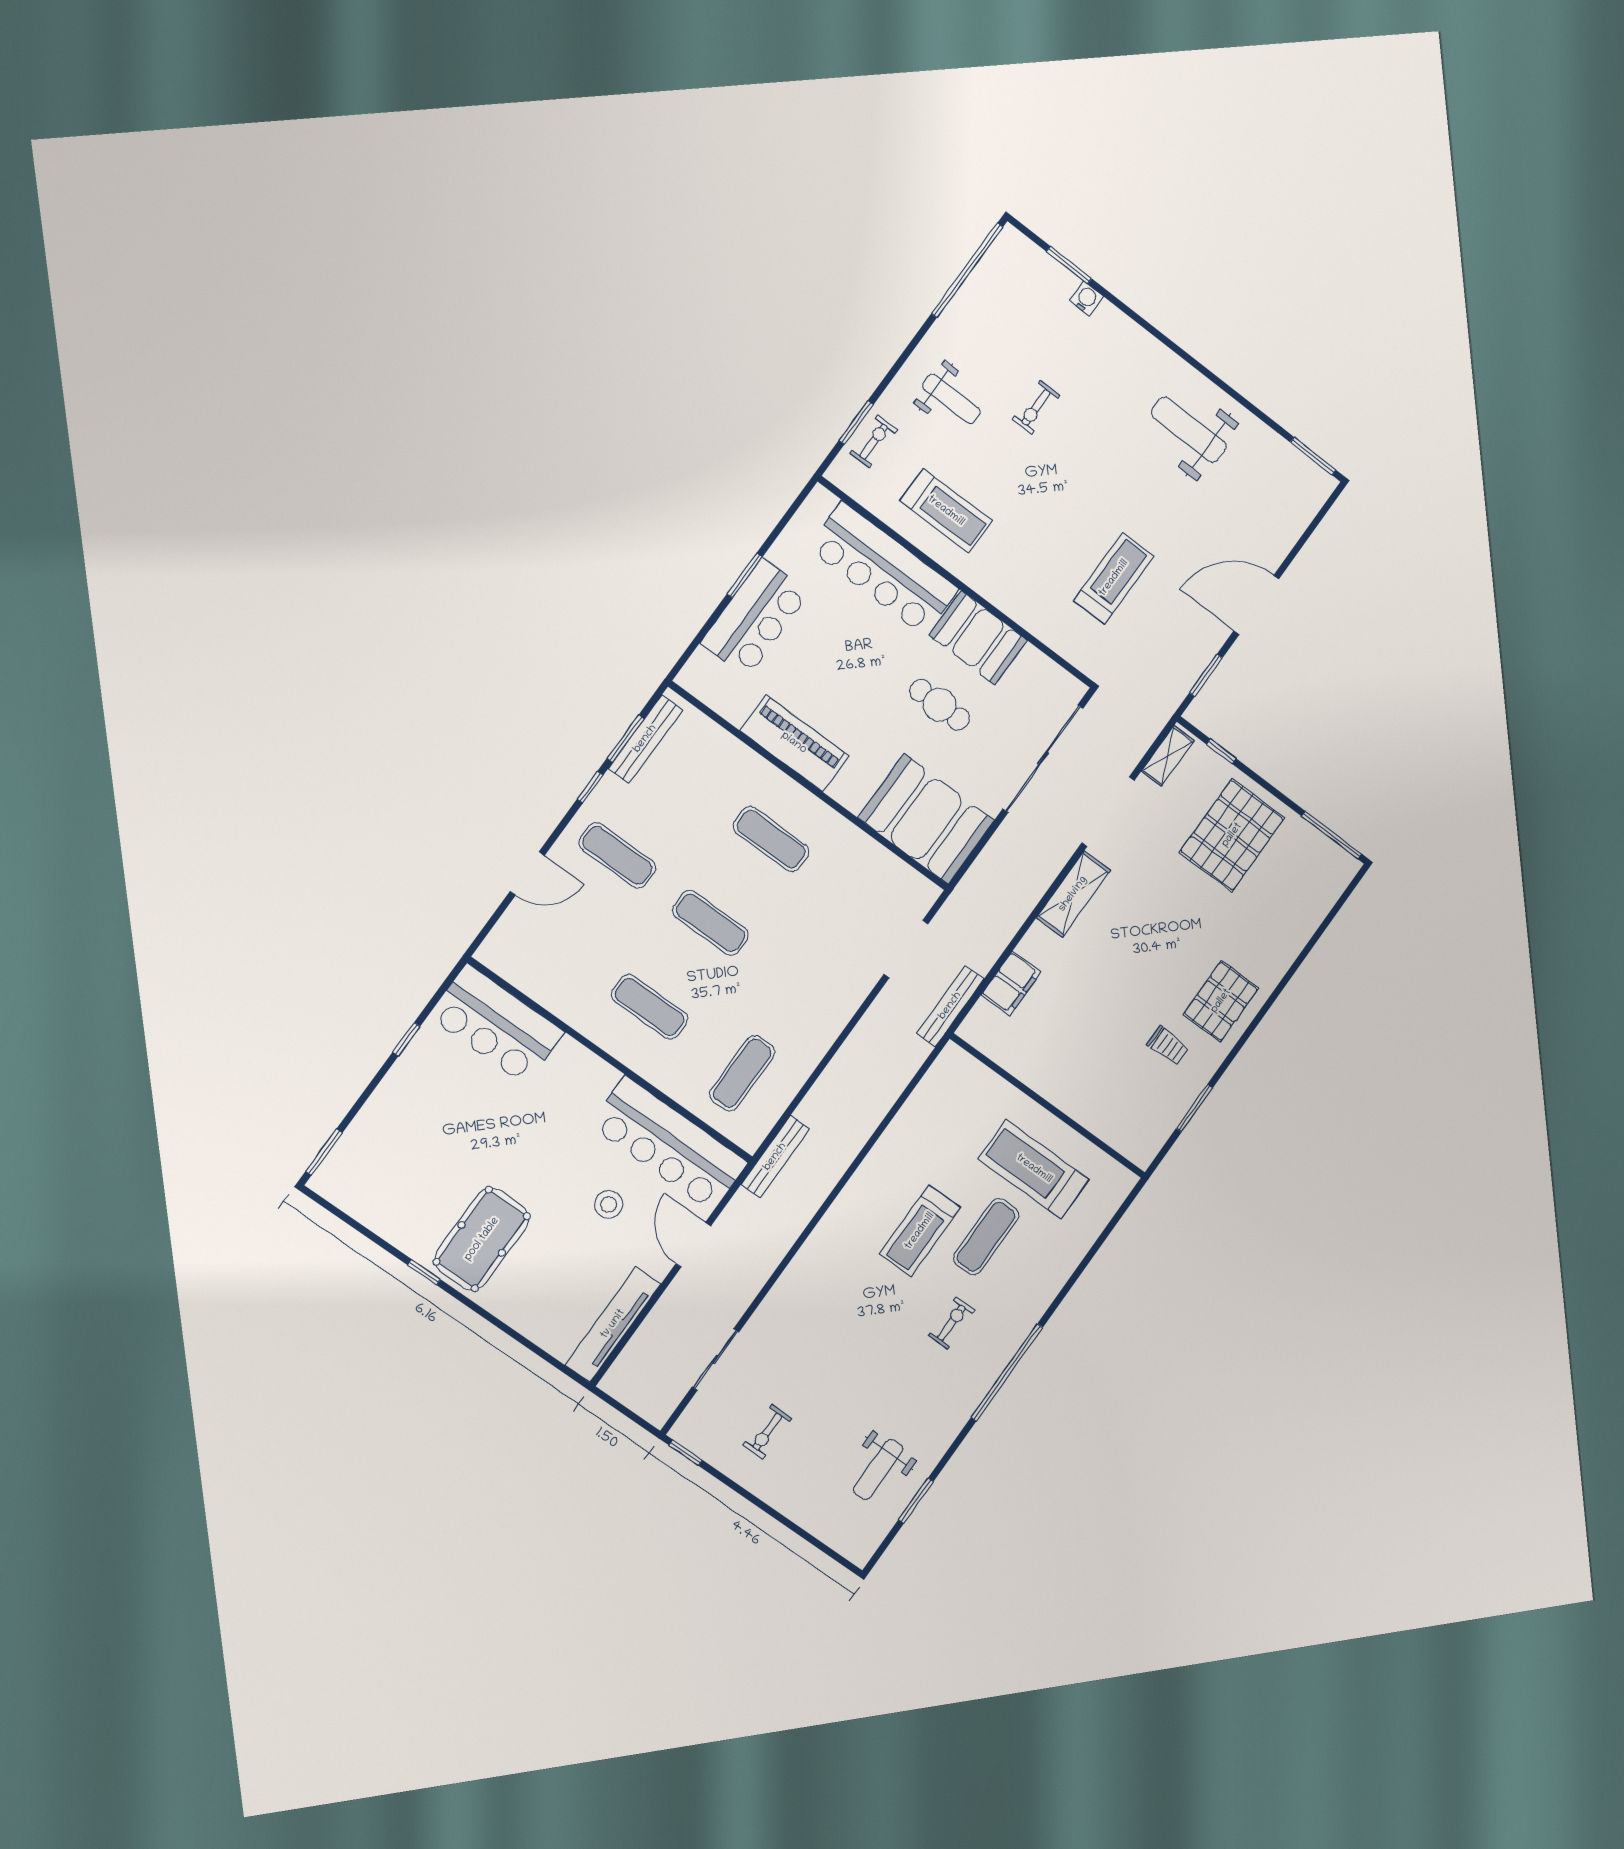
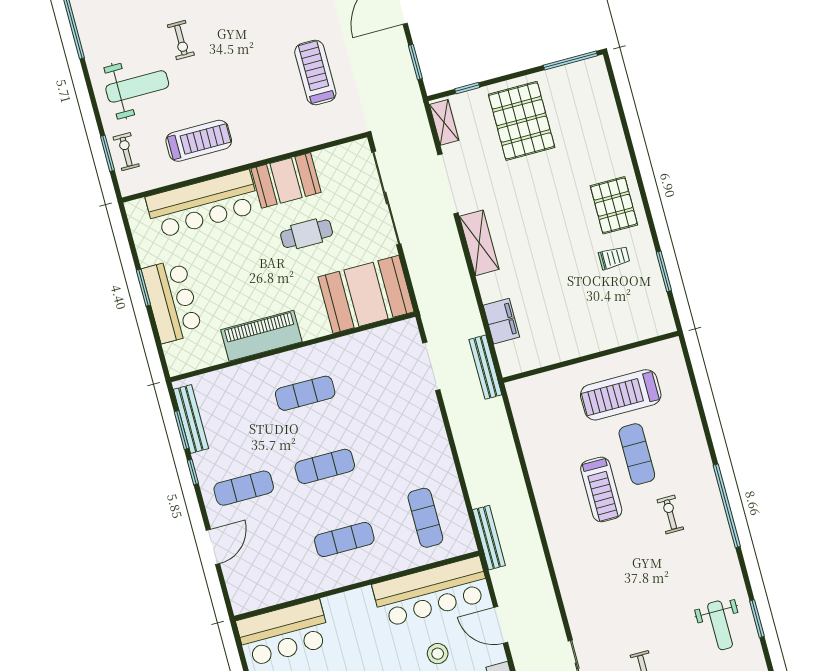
weight bench: (951, 399) -> (137, 86), width x1.36, depth x1.33

